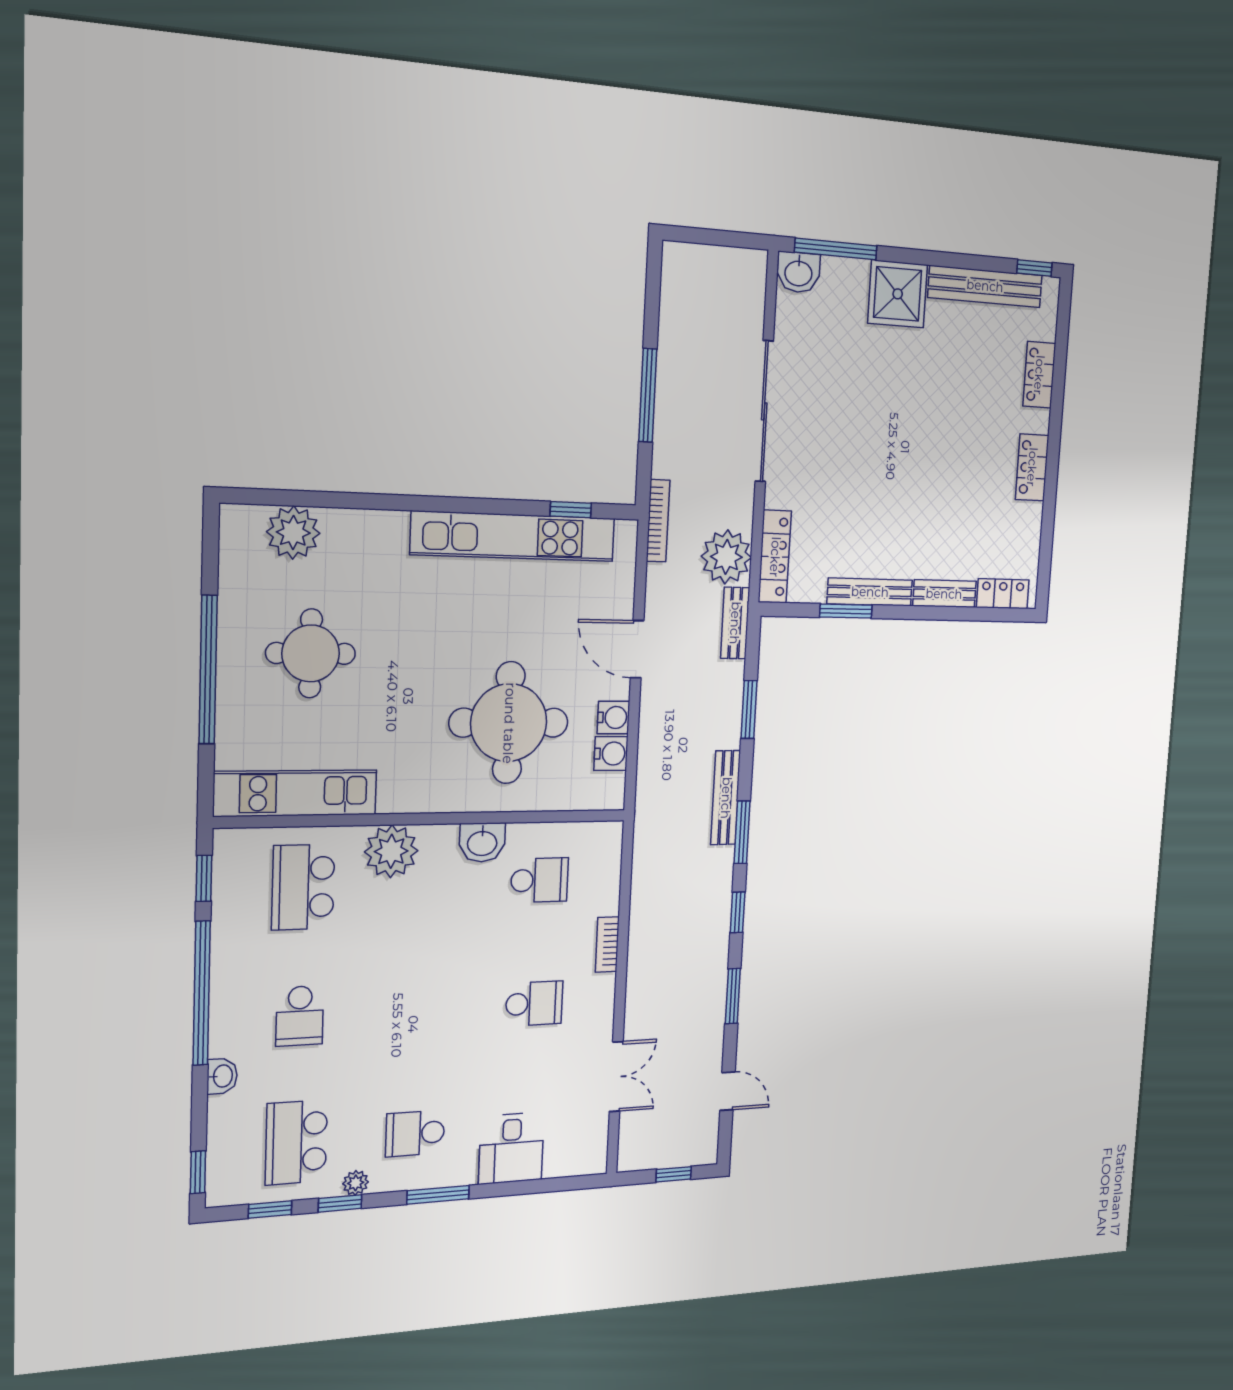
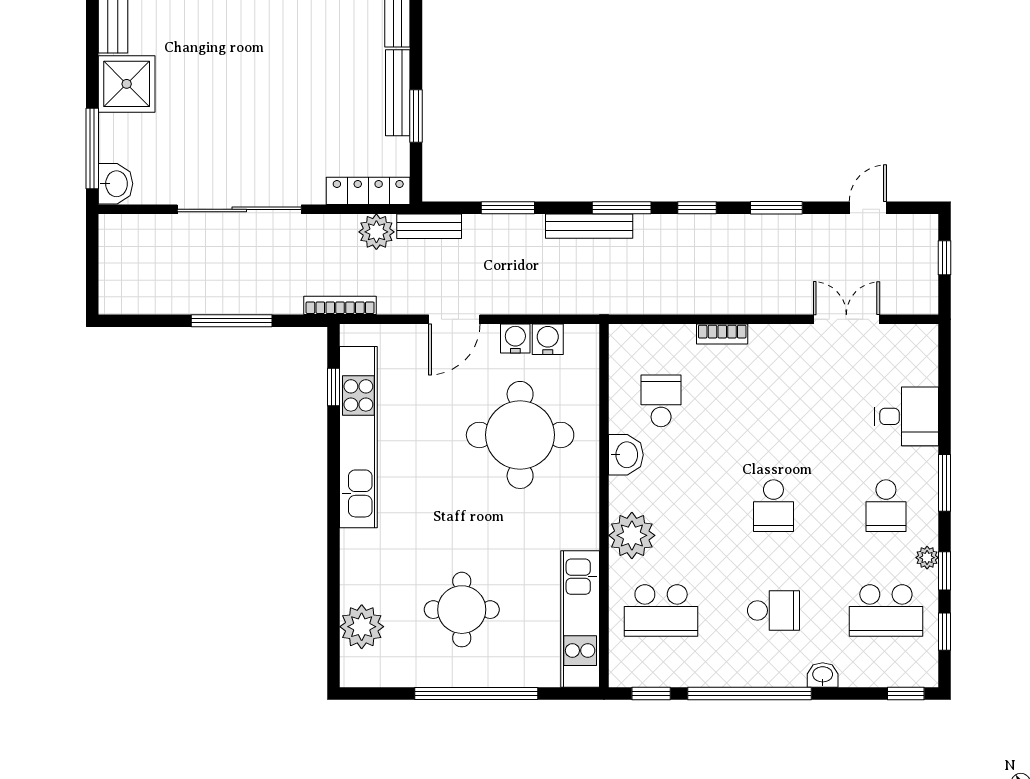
plant: (726, 557) -> (376, 232), width x0.73, depth x0.73
school desk: (534, 1003) -> (773, 506), moved, turned 180

